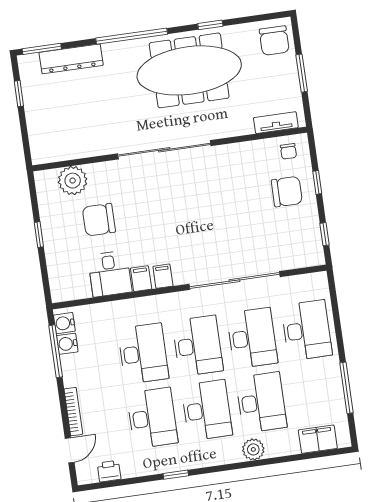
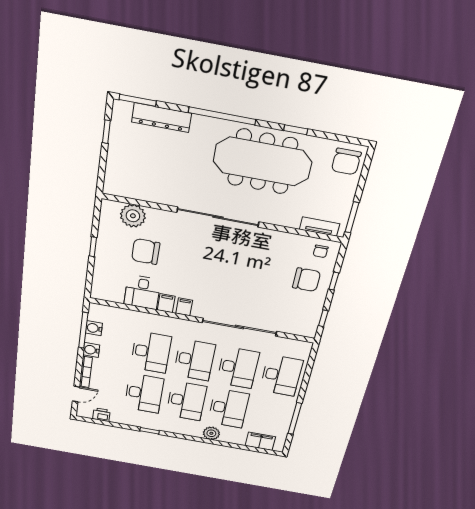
window: (302, 73) -> (352, 217), moved
water cooler: (64, 323) -> (91, 350), moved

